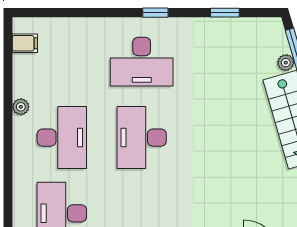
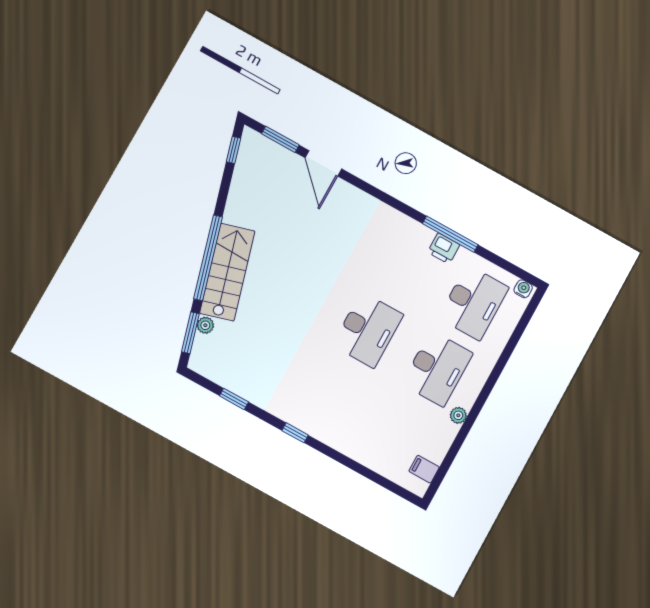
desk: (142, 62) -> (331, 396), removed
desk: (62, 138) -> (437, 369), turned 180

